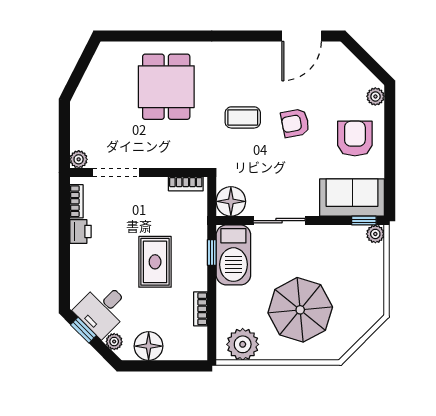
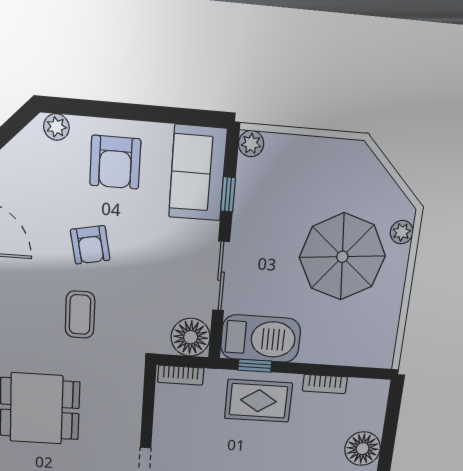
armchair: (355, 139) -> (115, 162), turned -90
bookcase: (186, 184) -> (181, 375), moved, turned 90
window: (364, 221) -> (228, 194), moved
rug: (155, 262) -> (258, 401), moved
plant: (243, 344) -> (402, 232), moved, width x0.53, depth x0.53

